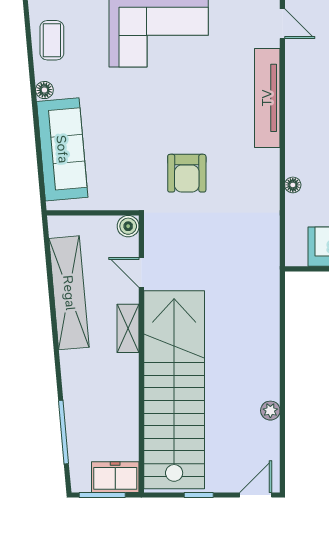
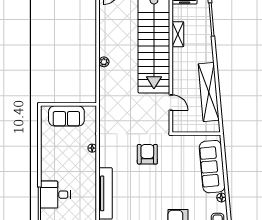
boiler: (128, 226) -> (178, 127), removed
shelving: (128, 328) -> (178, 34), moved
plant: (270, 411) -> (104, 62), moved

